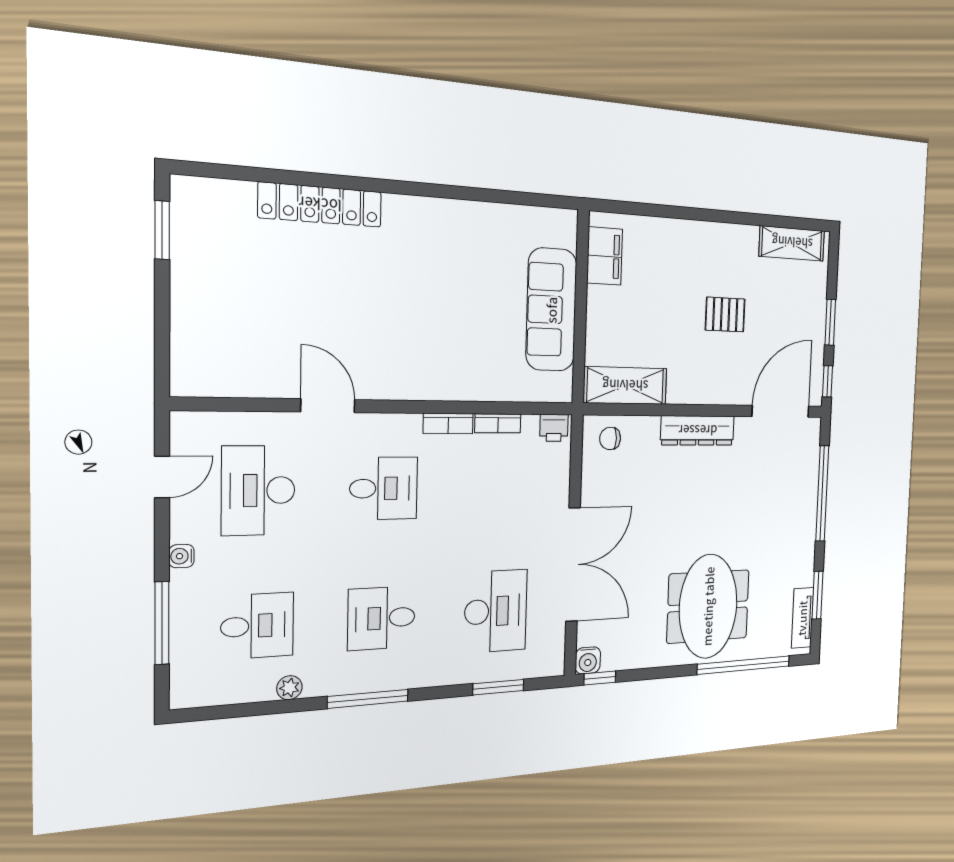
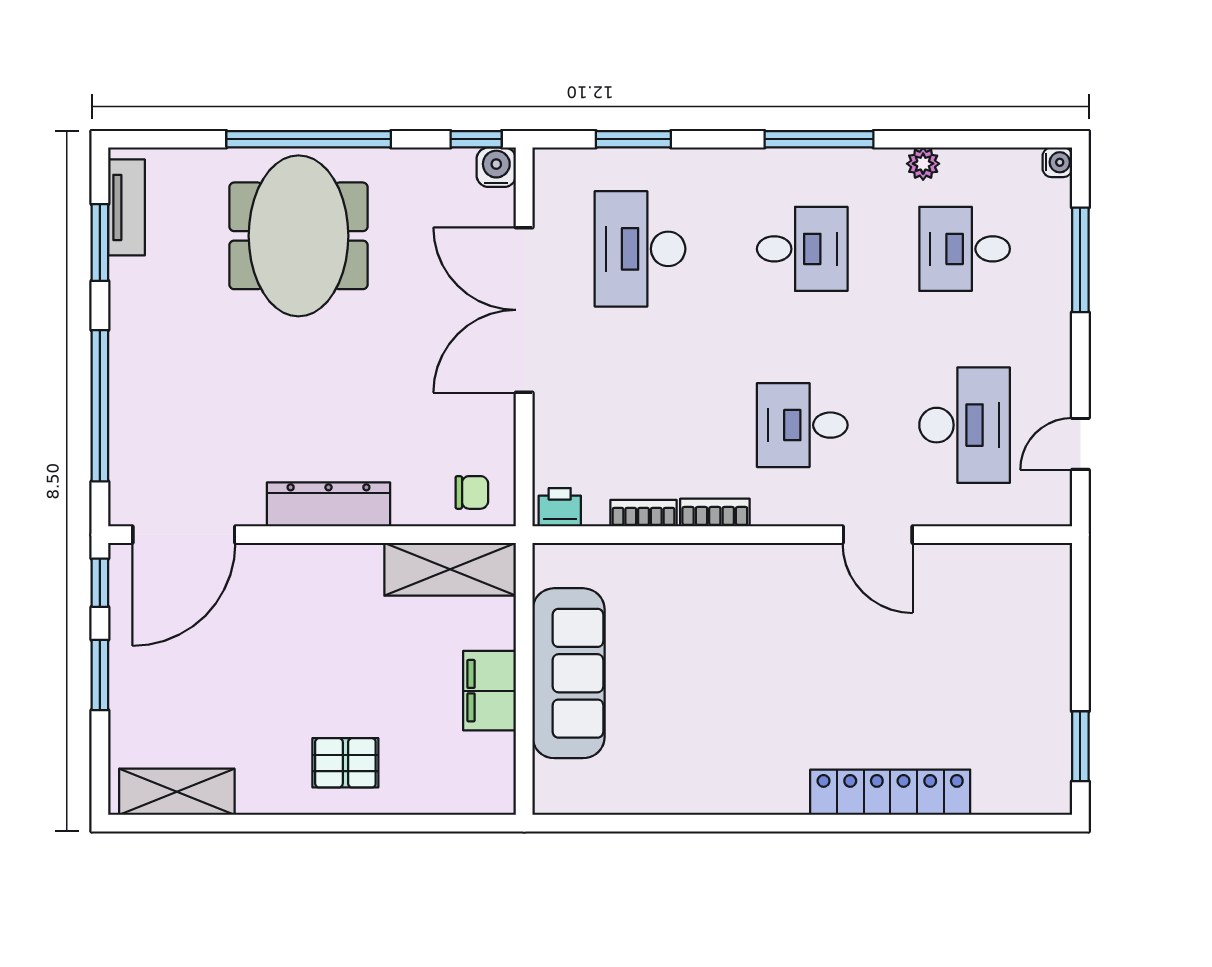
filing cabinet: (605, 256) -> (490, 691), moved
pallet: (725, 315) -> (345, 763), moved
water cooler: (181, 556) -> (1057, 162), moved
window: (744, 665) -> (309, 139), moved

